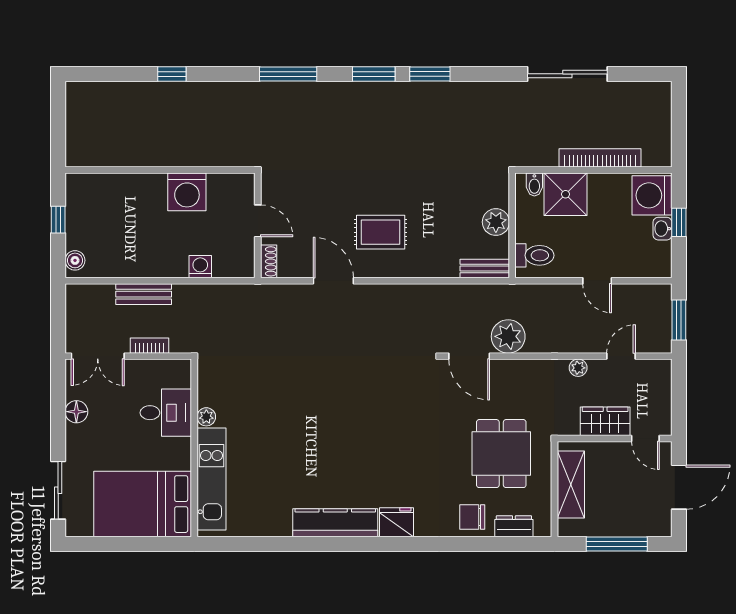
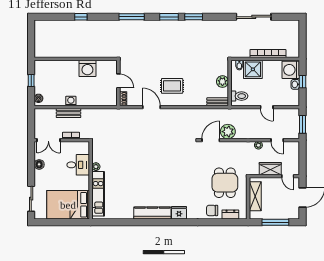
washing machine: (200, 267) -> (71, 101), moved
door: (469, 356) -> (211, 140), swing flipped
door: (621, 356) -> (277, 140), swing flipped

